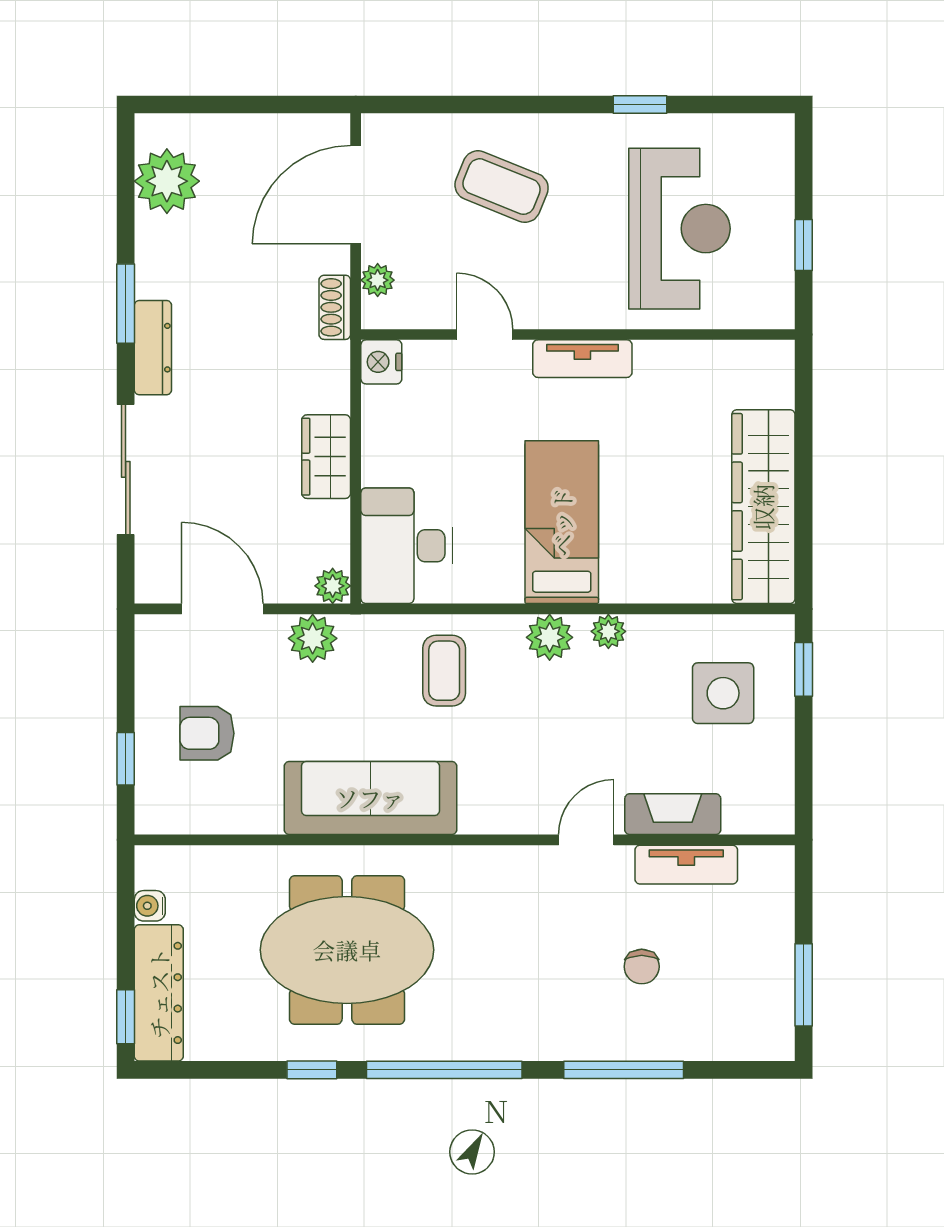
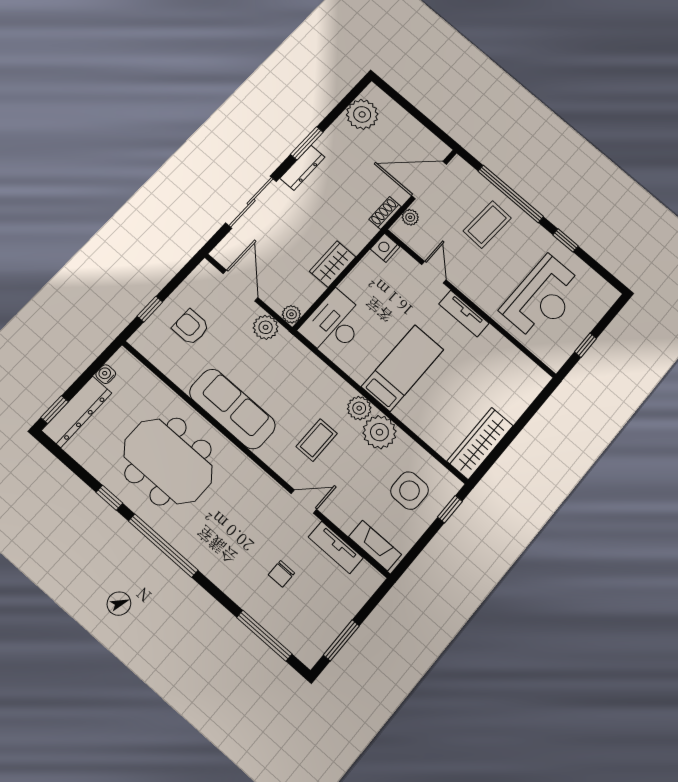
window: (496, 104) -> (511, 194), added
coffee table: (502, 187) -> (487, 224), turned 71
wardrobe: (763, 507) -> (480, 443), width x0.71, depth x0.85
plant: (608, 631) -> (379, 432), width x1.88, depth x1.88
coffee table: (444, 671) -> (317, 440), moved
fireplace: (673, 814) -> (375, 546), moved
window: (624, 1070) -> (264, 636), moved

